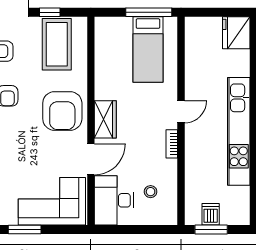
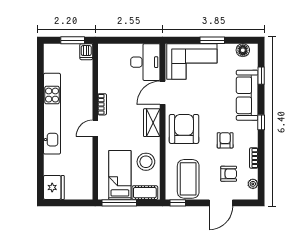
window: (50, 12) -> (178, 203), moved
cot: (115, 26) -> (145, 193), added
stool: (151, 192) -> (146, 162), moved, width x1.89, depth x1.89
dishwasher: (211, 214) -> (86, 52), moved

